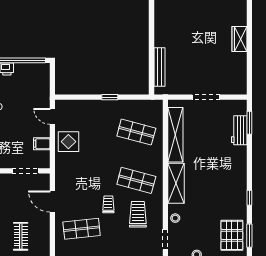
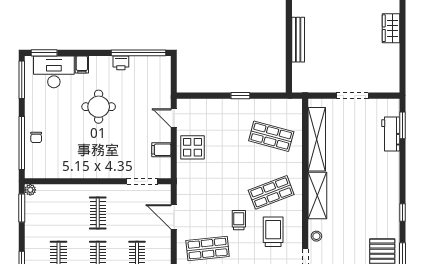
bench: (159, 67) -> (298, 40), moved
shop shelf: (136, 180) -> (271, 192), turned -36

